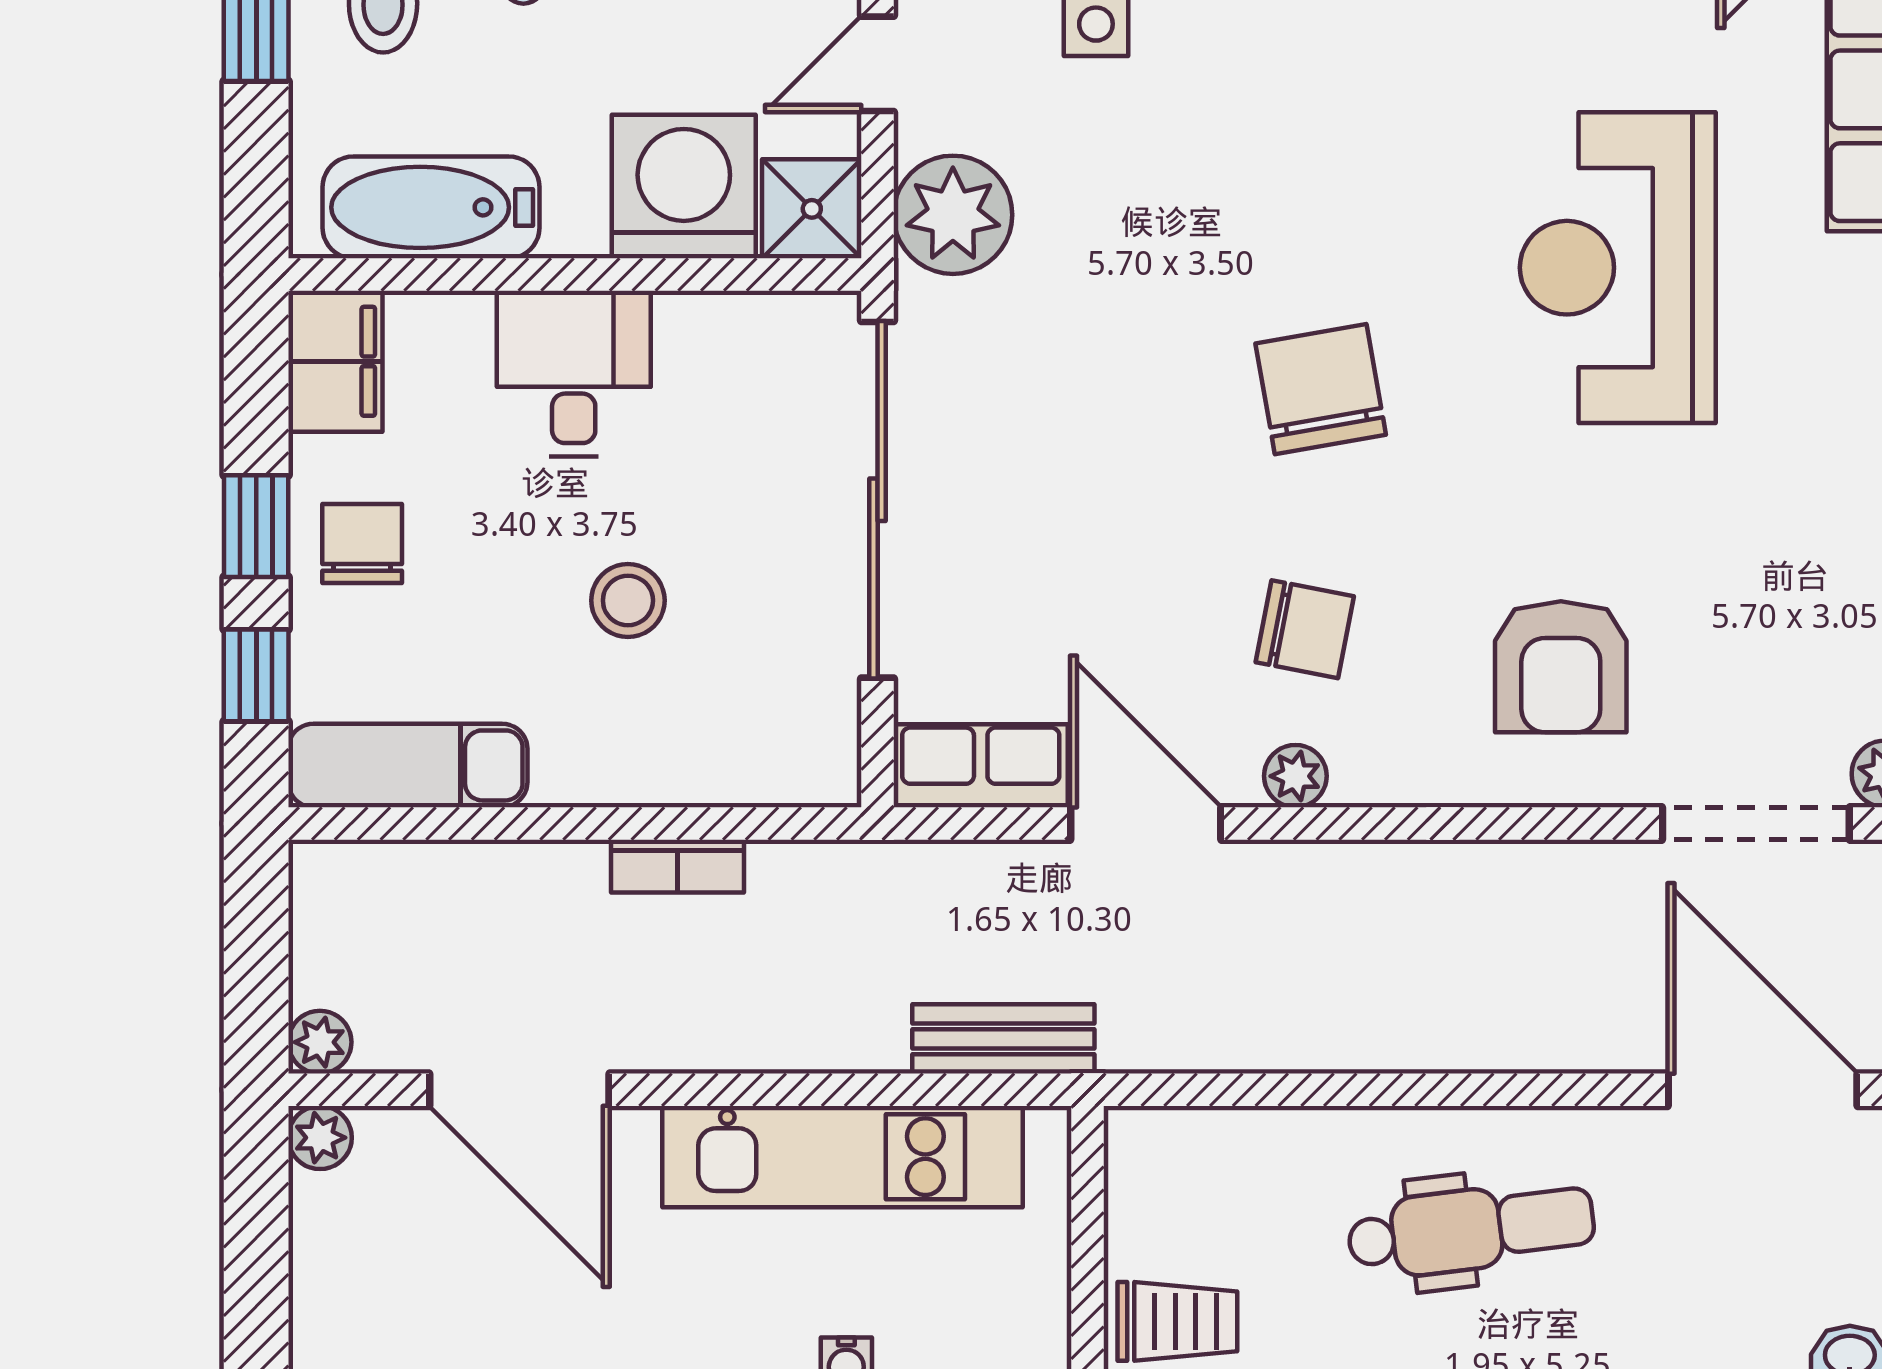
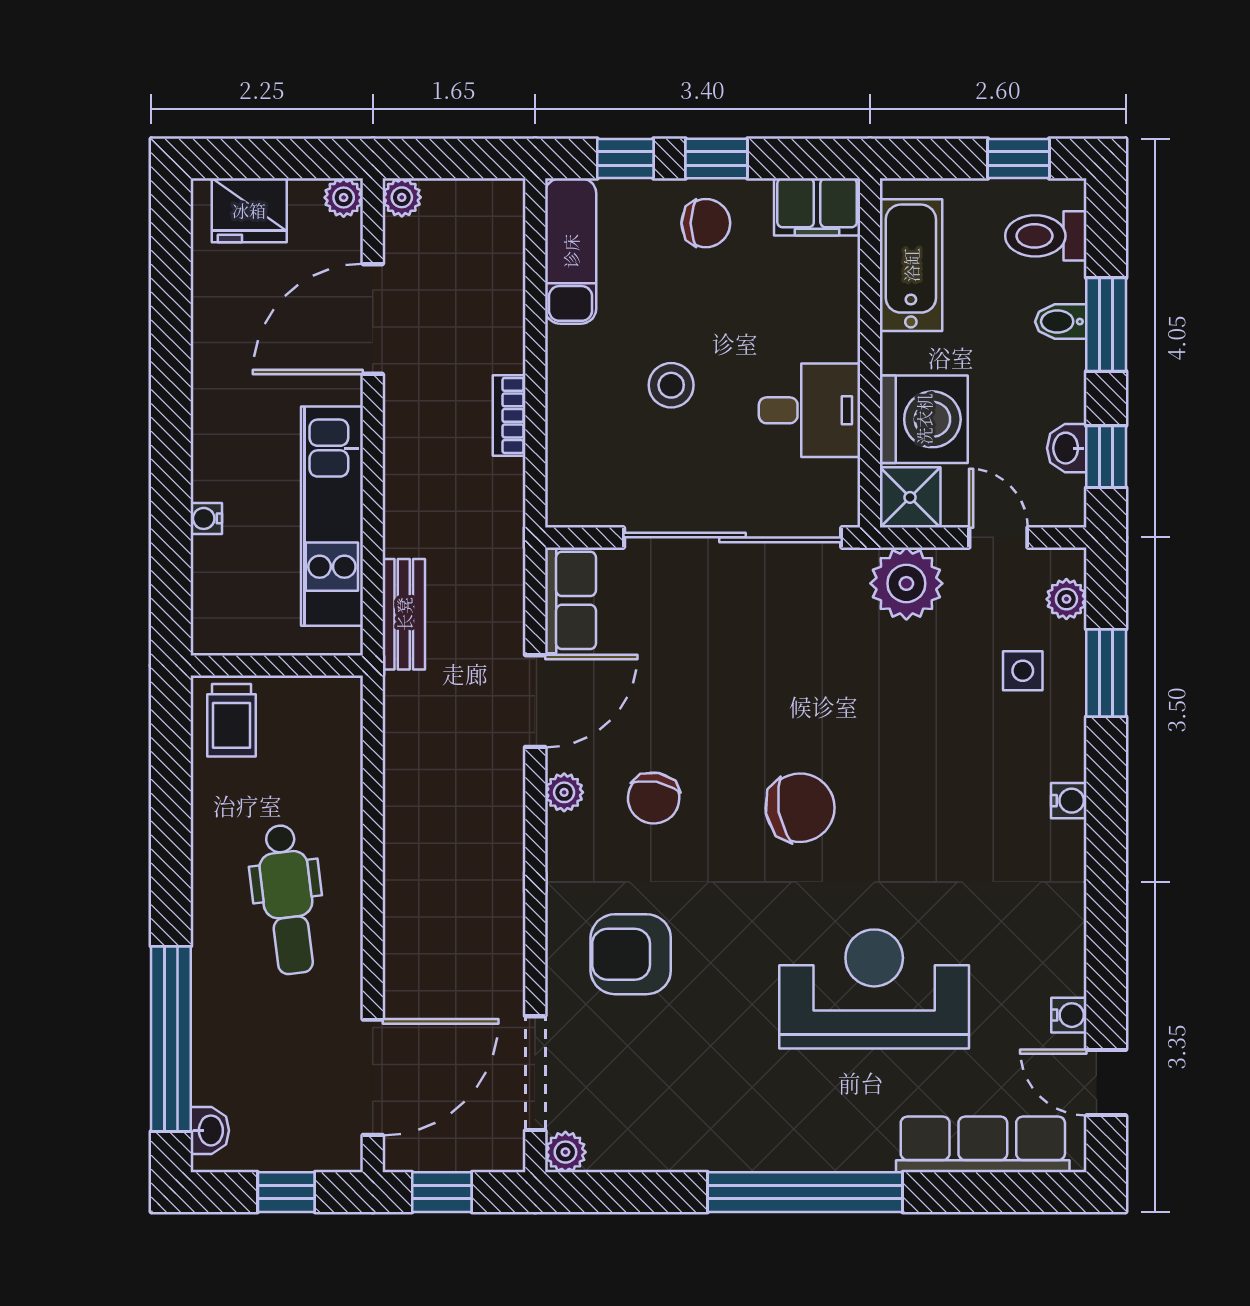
desk: (574, 374) -> (810, 410), moved
fridge: (341, 1292) -> (249, 210), added

